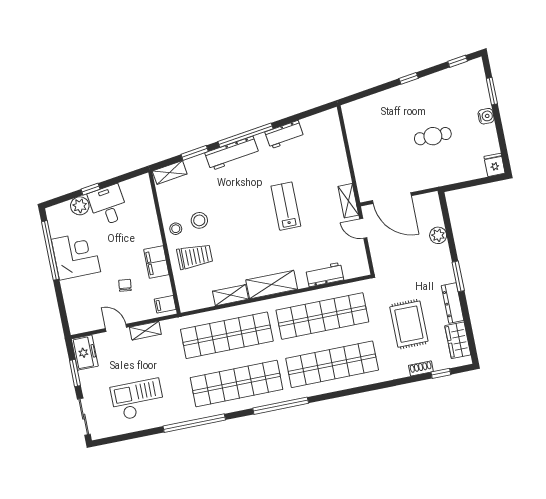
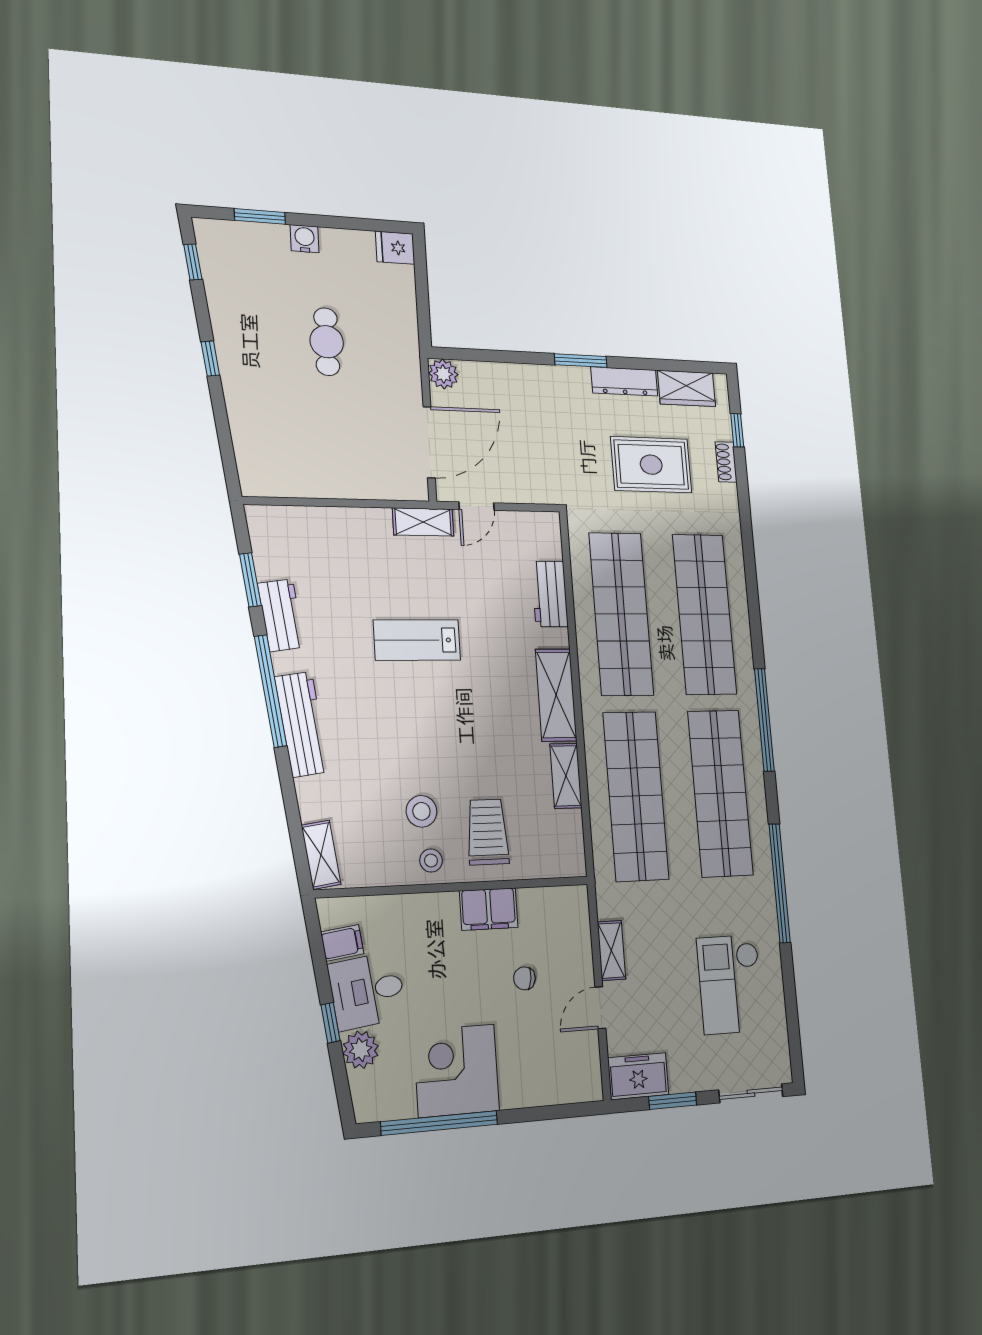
window: (195, 153) -> (250, 580), moved
plant: (438, 235) -> (443, 374), moved
filing cabinet: (165, 304) -> (342, 943), moved, turned -98

